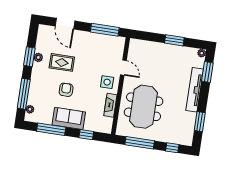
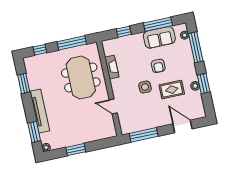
side table: (107, 82) -> (145, 87), moved
sofa: (69, 118) -> (159, 37), moved

